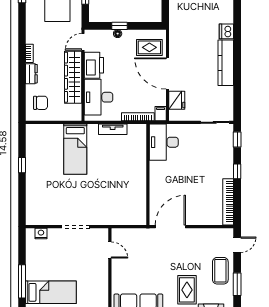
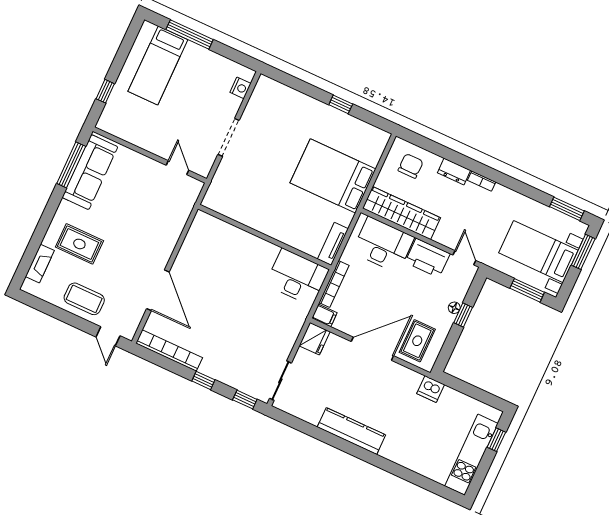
dishwasher: (226, 31) -> (431, 389), moved, turned 180
wardrobe: (73, 77) -> (401, 213), moved
fridge: (177, 100) -> (315, 339), moved, turned -90
chair: (41, 103) -> (411, 166), turned 180
desk: (164, 142) -> (297, 277), moved
bed: (75, 149) -> (333, 176), width x1.50
wall: (148, 175) -> (265, 237), moved
door: (170, 227) -> (158, 290), moved
door: (110, 250) -> (177, 168), swing flipped
window: (237, 284) -> (56, 313), removed

